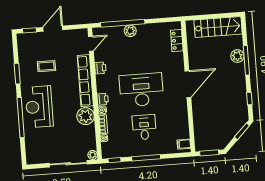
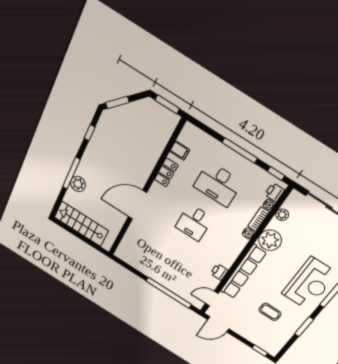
door: (53, 29) -> (218, 324), moved
plant: (130, 31) -> (166, 282), removed
locker: (177, 41) -> (166, 172), moved
door: (188, 84) -> (137, 205), moved
desk: (141, 90) -> (194, 223), width x0.53, depth x0.77
printer: (103, 99) -> (275, 192), moved
desk: (144, 127) -> (218, 184), width x1.37
filing cabinet: (184, 144) -> (180, 150), moved
plant: (93, 155) -> (282, 215), moved

